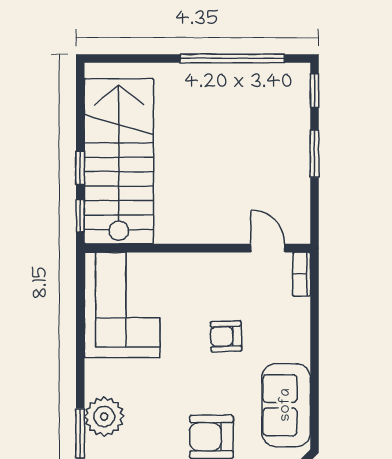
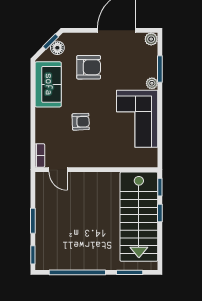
window: (136, 58) -> (130, 272), added
corner sofa: (122, 305) -> (137, 119), moved
plant: (104, 416) -> (152, 83), width x0.53, depth x0.53

